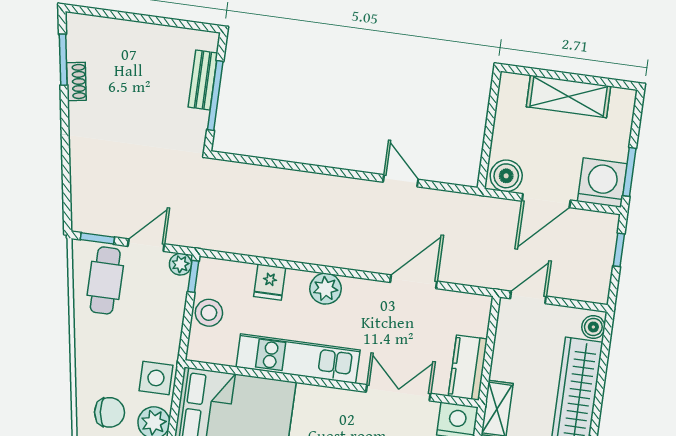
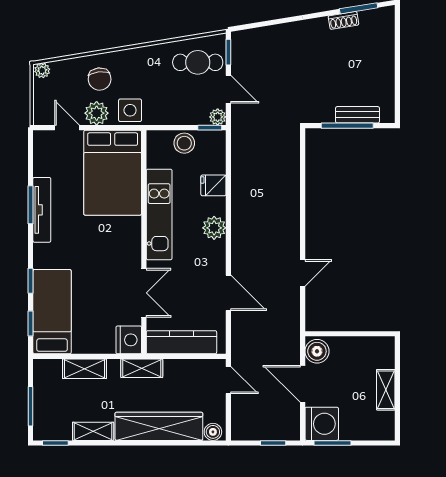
shelving: (569, 96) -> (386, 390), width x0.67, depth x0.75
kitchen counter: (468, 368) -> (181, 342), width x1.50

